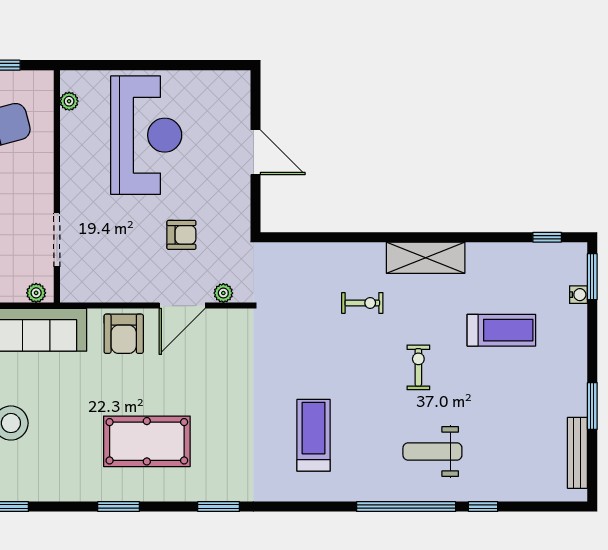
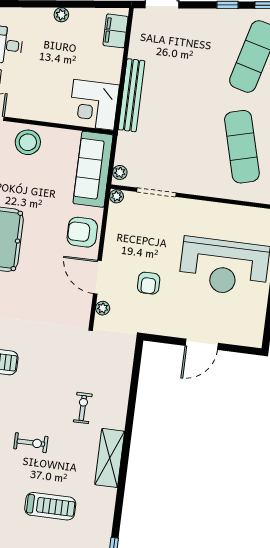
plant: (69, 101) -> (117, 196), moved
exercise bike: (362, 303) -> (83, 408), turned 180
treadmill: (501, 330) -> (50, 506), turned -90

